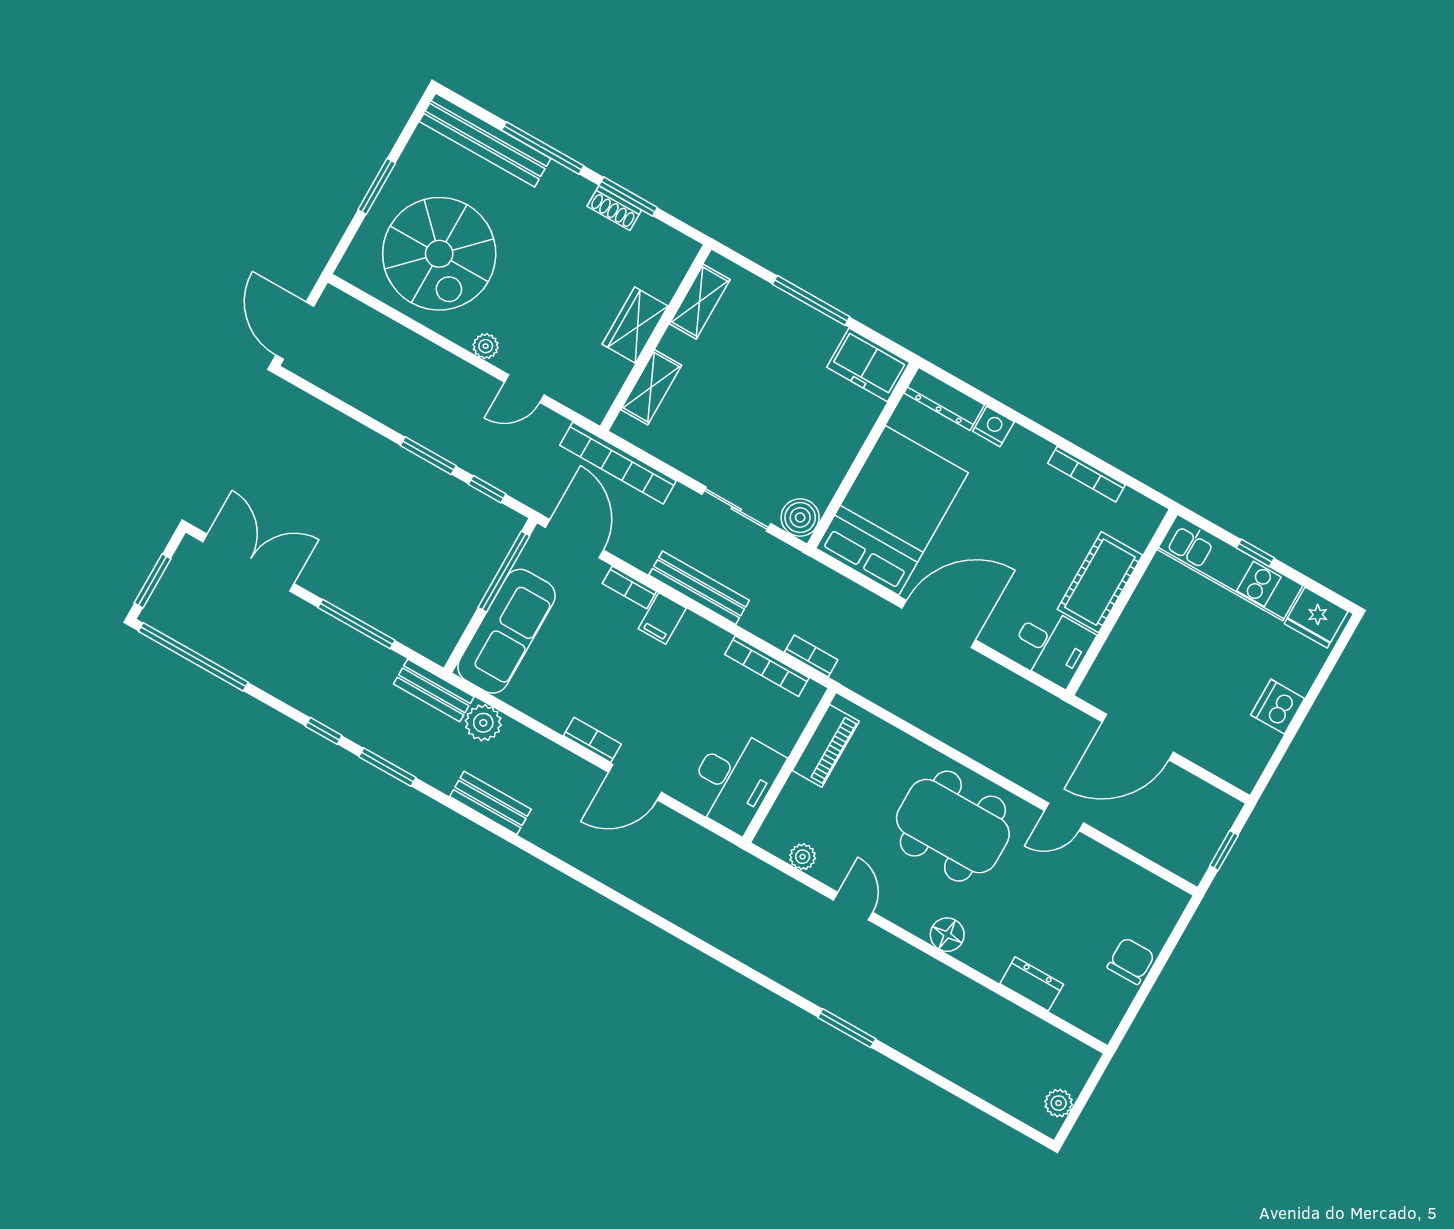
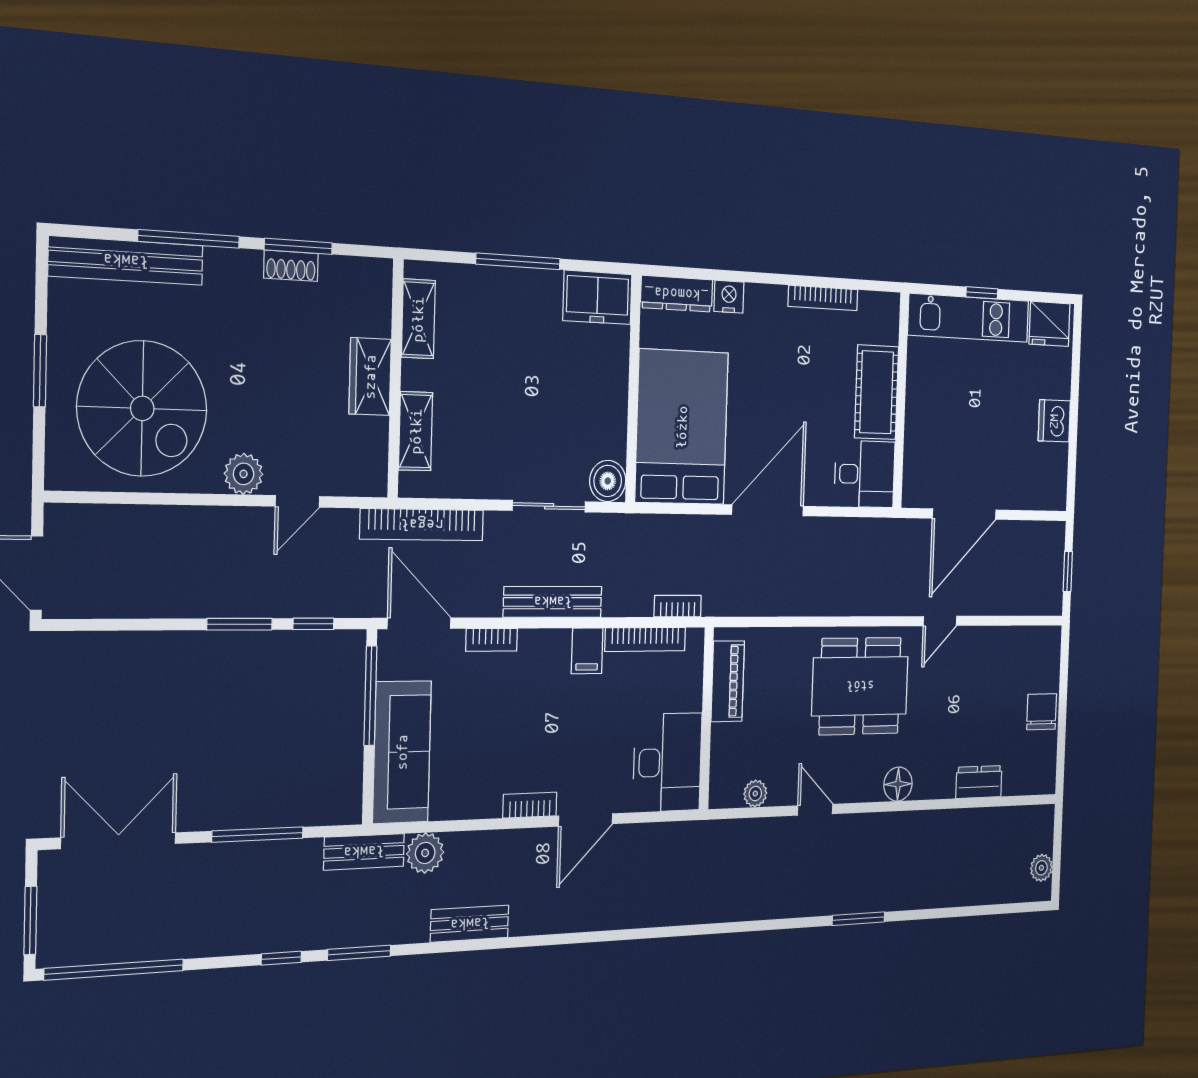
plant: (486, 346) -> (244, 474), width x1.38, depth x1.38
filing cabinet: (662, 618) -> (587, 651), moved

